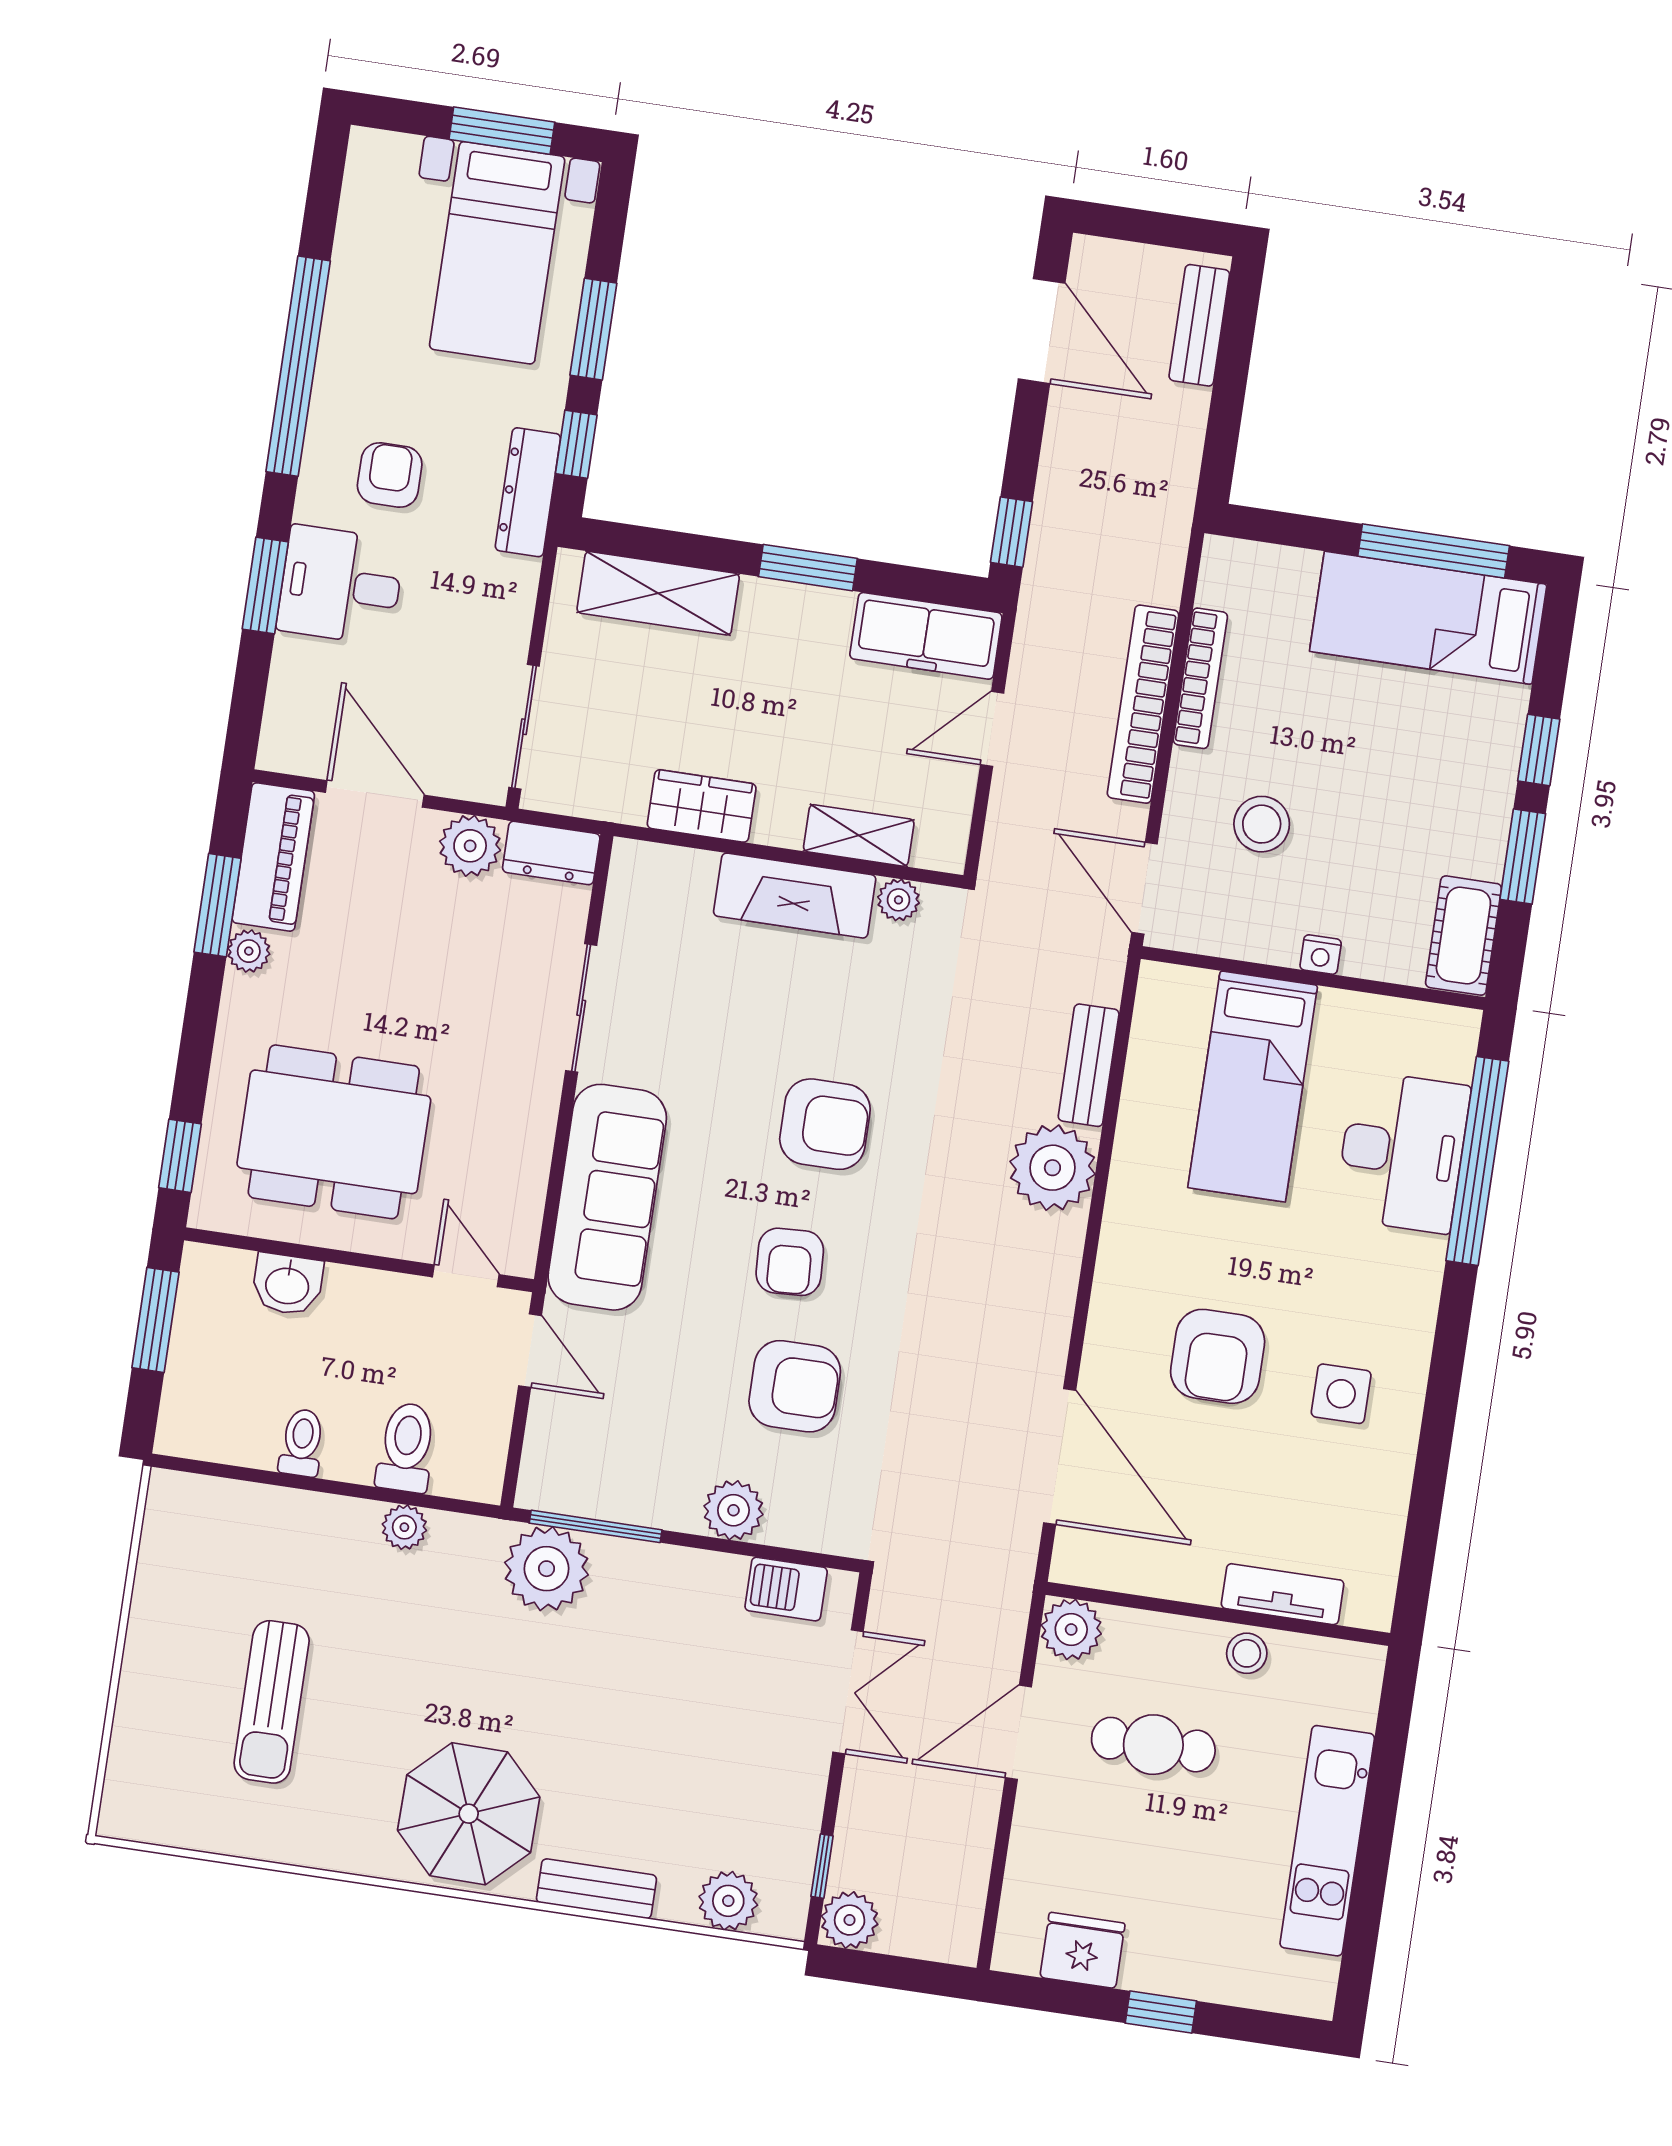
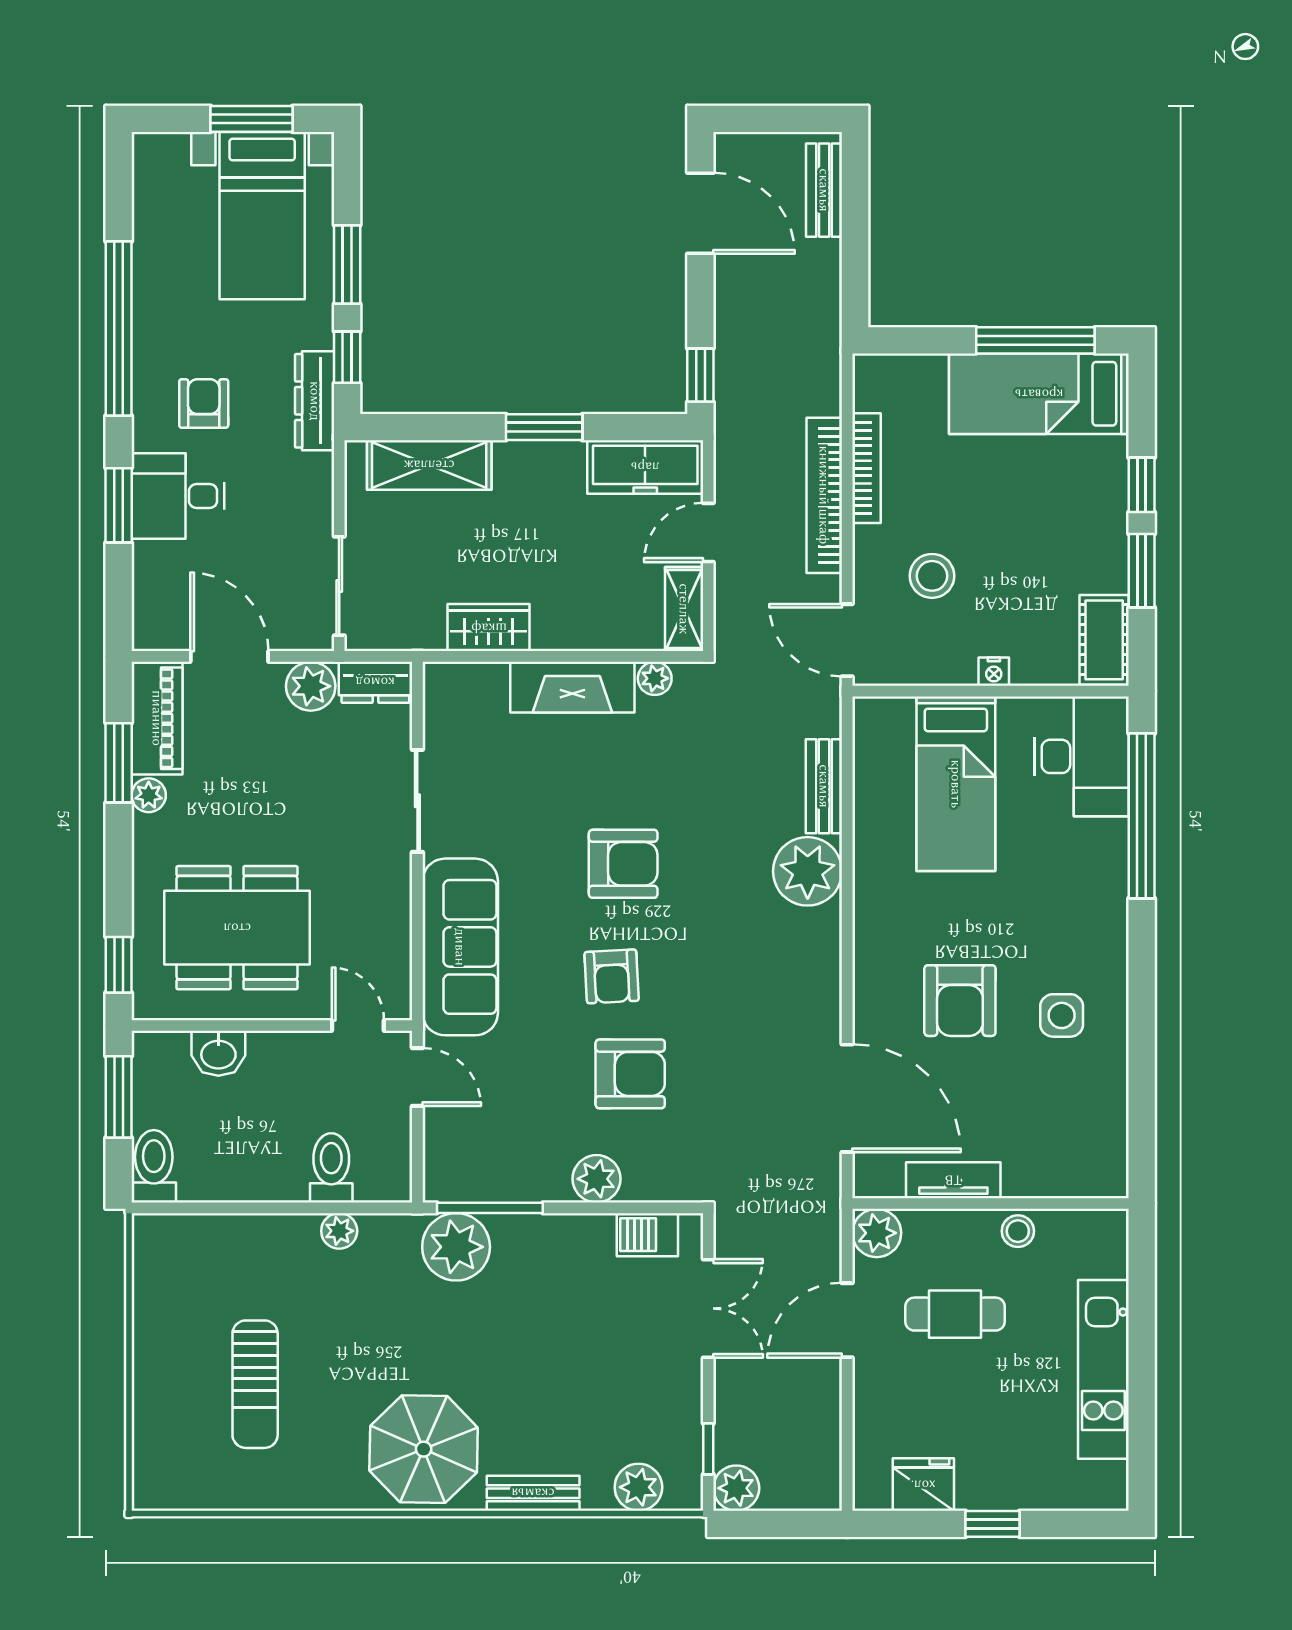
shelving: (859, 835) -> (684, 609), moved, turned 90
desk: (1402, 1152) -> (1081, 756), moved
toilet: (302, 1443) -> (154, 1166), moved, width x1.37, depth x1.39
tv unit: (1283, 1594) -> (953, 1180), moved

